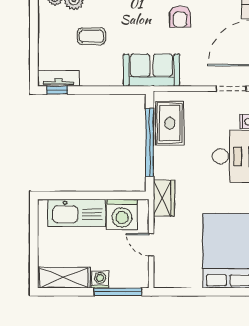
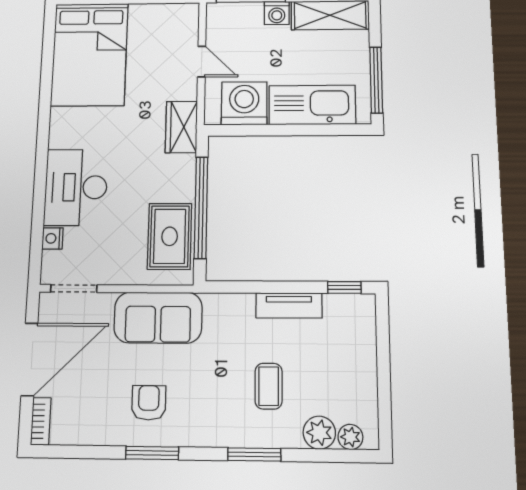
coffee table: (91, 36) -> (269, 386), moved, turned 90
sofa: (151, 70) -> (158, 318), moved
tv unit: (58, 78) -> (289, 305), moved
window: (34, 230) -> (376, 80), added

